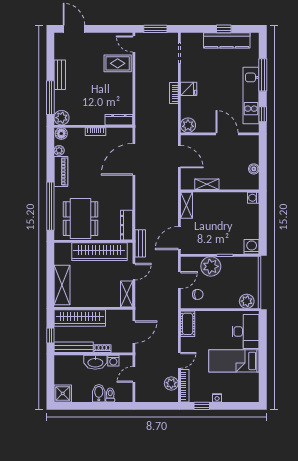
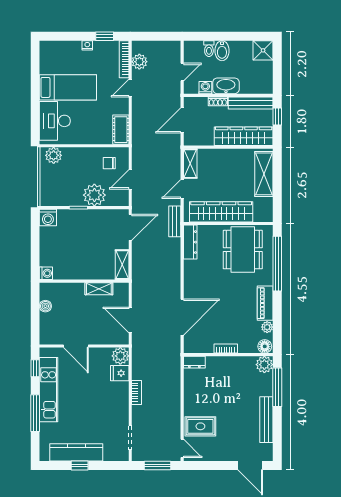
bench: (60, 75) -> (266, 420), width x1.36
fridge: (189, 89) -> (120, 373), moved
dresser: (119, 120) -> (194, 362), width x0.70

